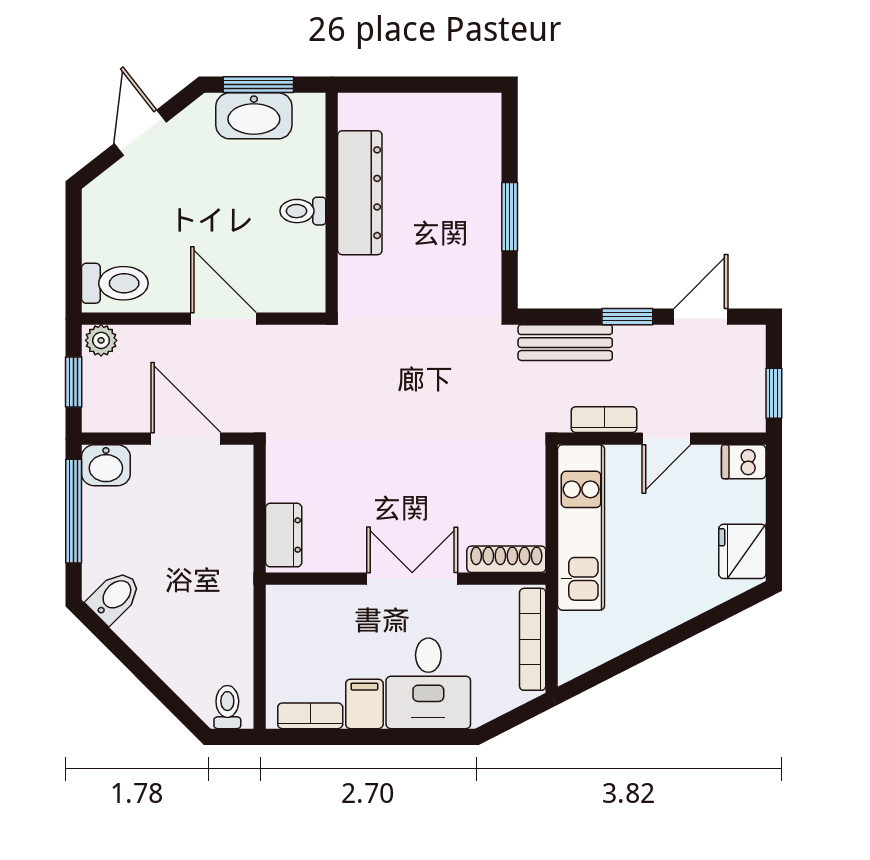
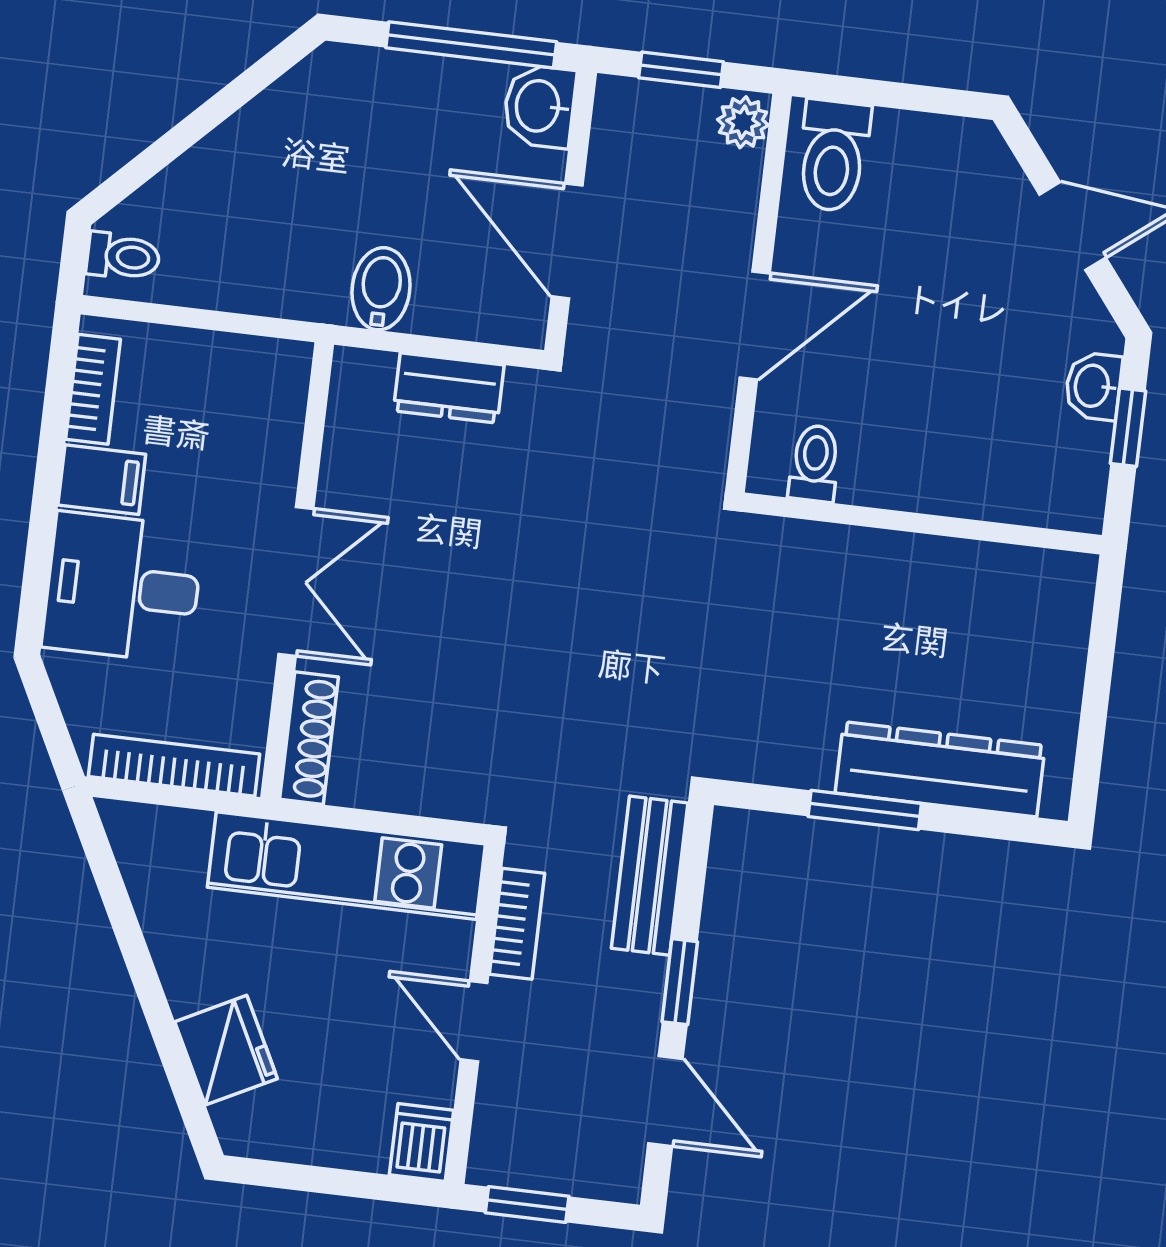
window: (258, 85) -> (1128, 427), width x0.67
washbasin: (254, 116) -> (1093, 386), width x0.52, depth x0.69
dresser: (360, 193) -> (940, 769), moved, turned 180
toilet: (303, 211) -> (815, 463), moved
door: (186, 439) -> (567, 241), swing flipped
dresser: (284, 535) -> (449, 388), moved
fridge: (742, 551) -> (226, 1050), moved, turned 63
bidet: (114, 597) -> (381, 289), moved, turned -135

